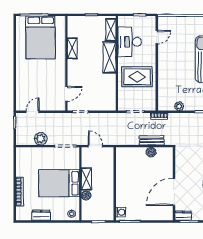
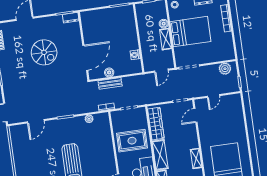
wardrobe: (109, 91) -> (156, 124), added
door: (33, 112) -> (213, 96), moved
plant: (41, 139) -> (225, 69), moved
door: (96, 146) -> (161, 71), hinge flipped
door: (174, 192) -> (85, 58), moved
washing machine: (121, 212) -> (135, 55), moved

